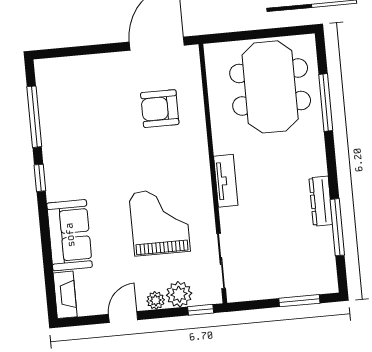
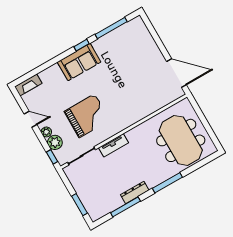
meeting table: (270, 87) -> (181, 140), turned 90
window: (326, 103) -> (167, 183), moved
armchair: (160, 109) -> (144, 90), removed
tv unit: (226, 181) -> (113, 145), moved
sofa: (70, 235) -> (79, 62), moved

